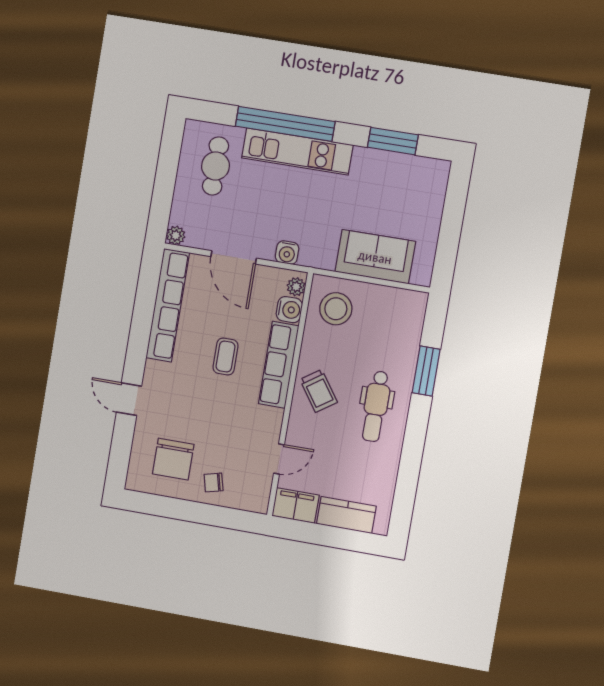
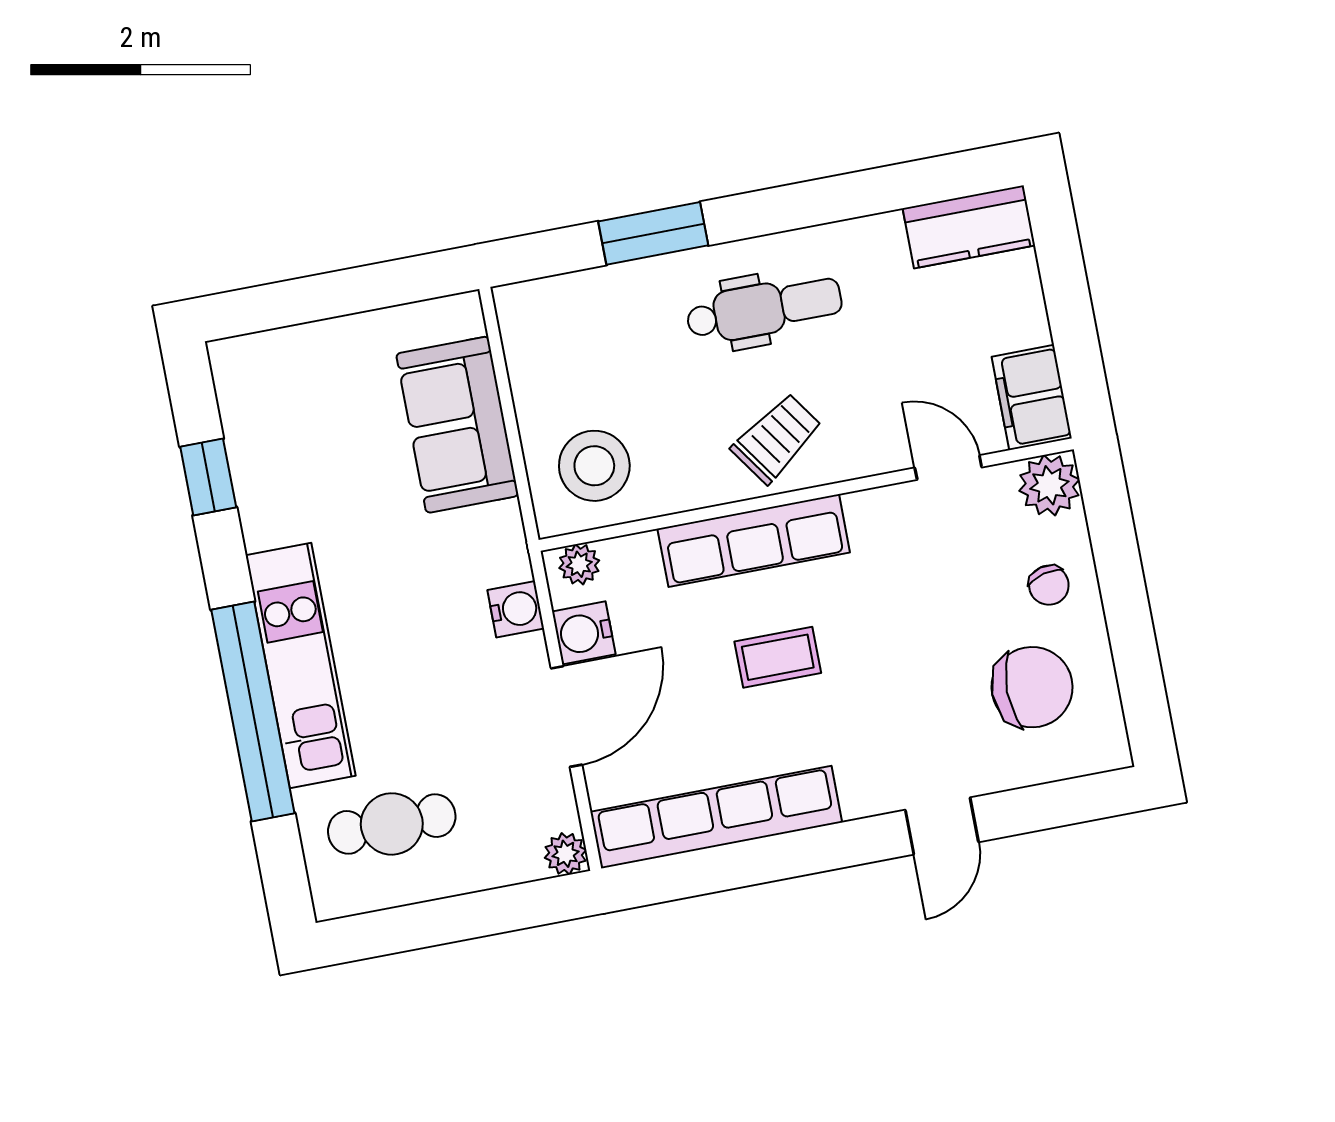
window: (393, 141) -> (208, 477), width x0.67
water cooler: (289, 310) -> (584, 633), moved, turned -90
plant: (256, 499) -> (1049, 485), added
kitchen counter: (346, 515) -> (969, 227), moved, turned -90

